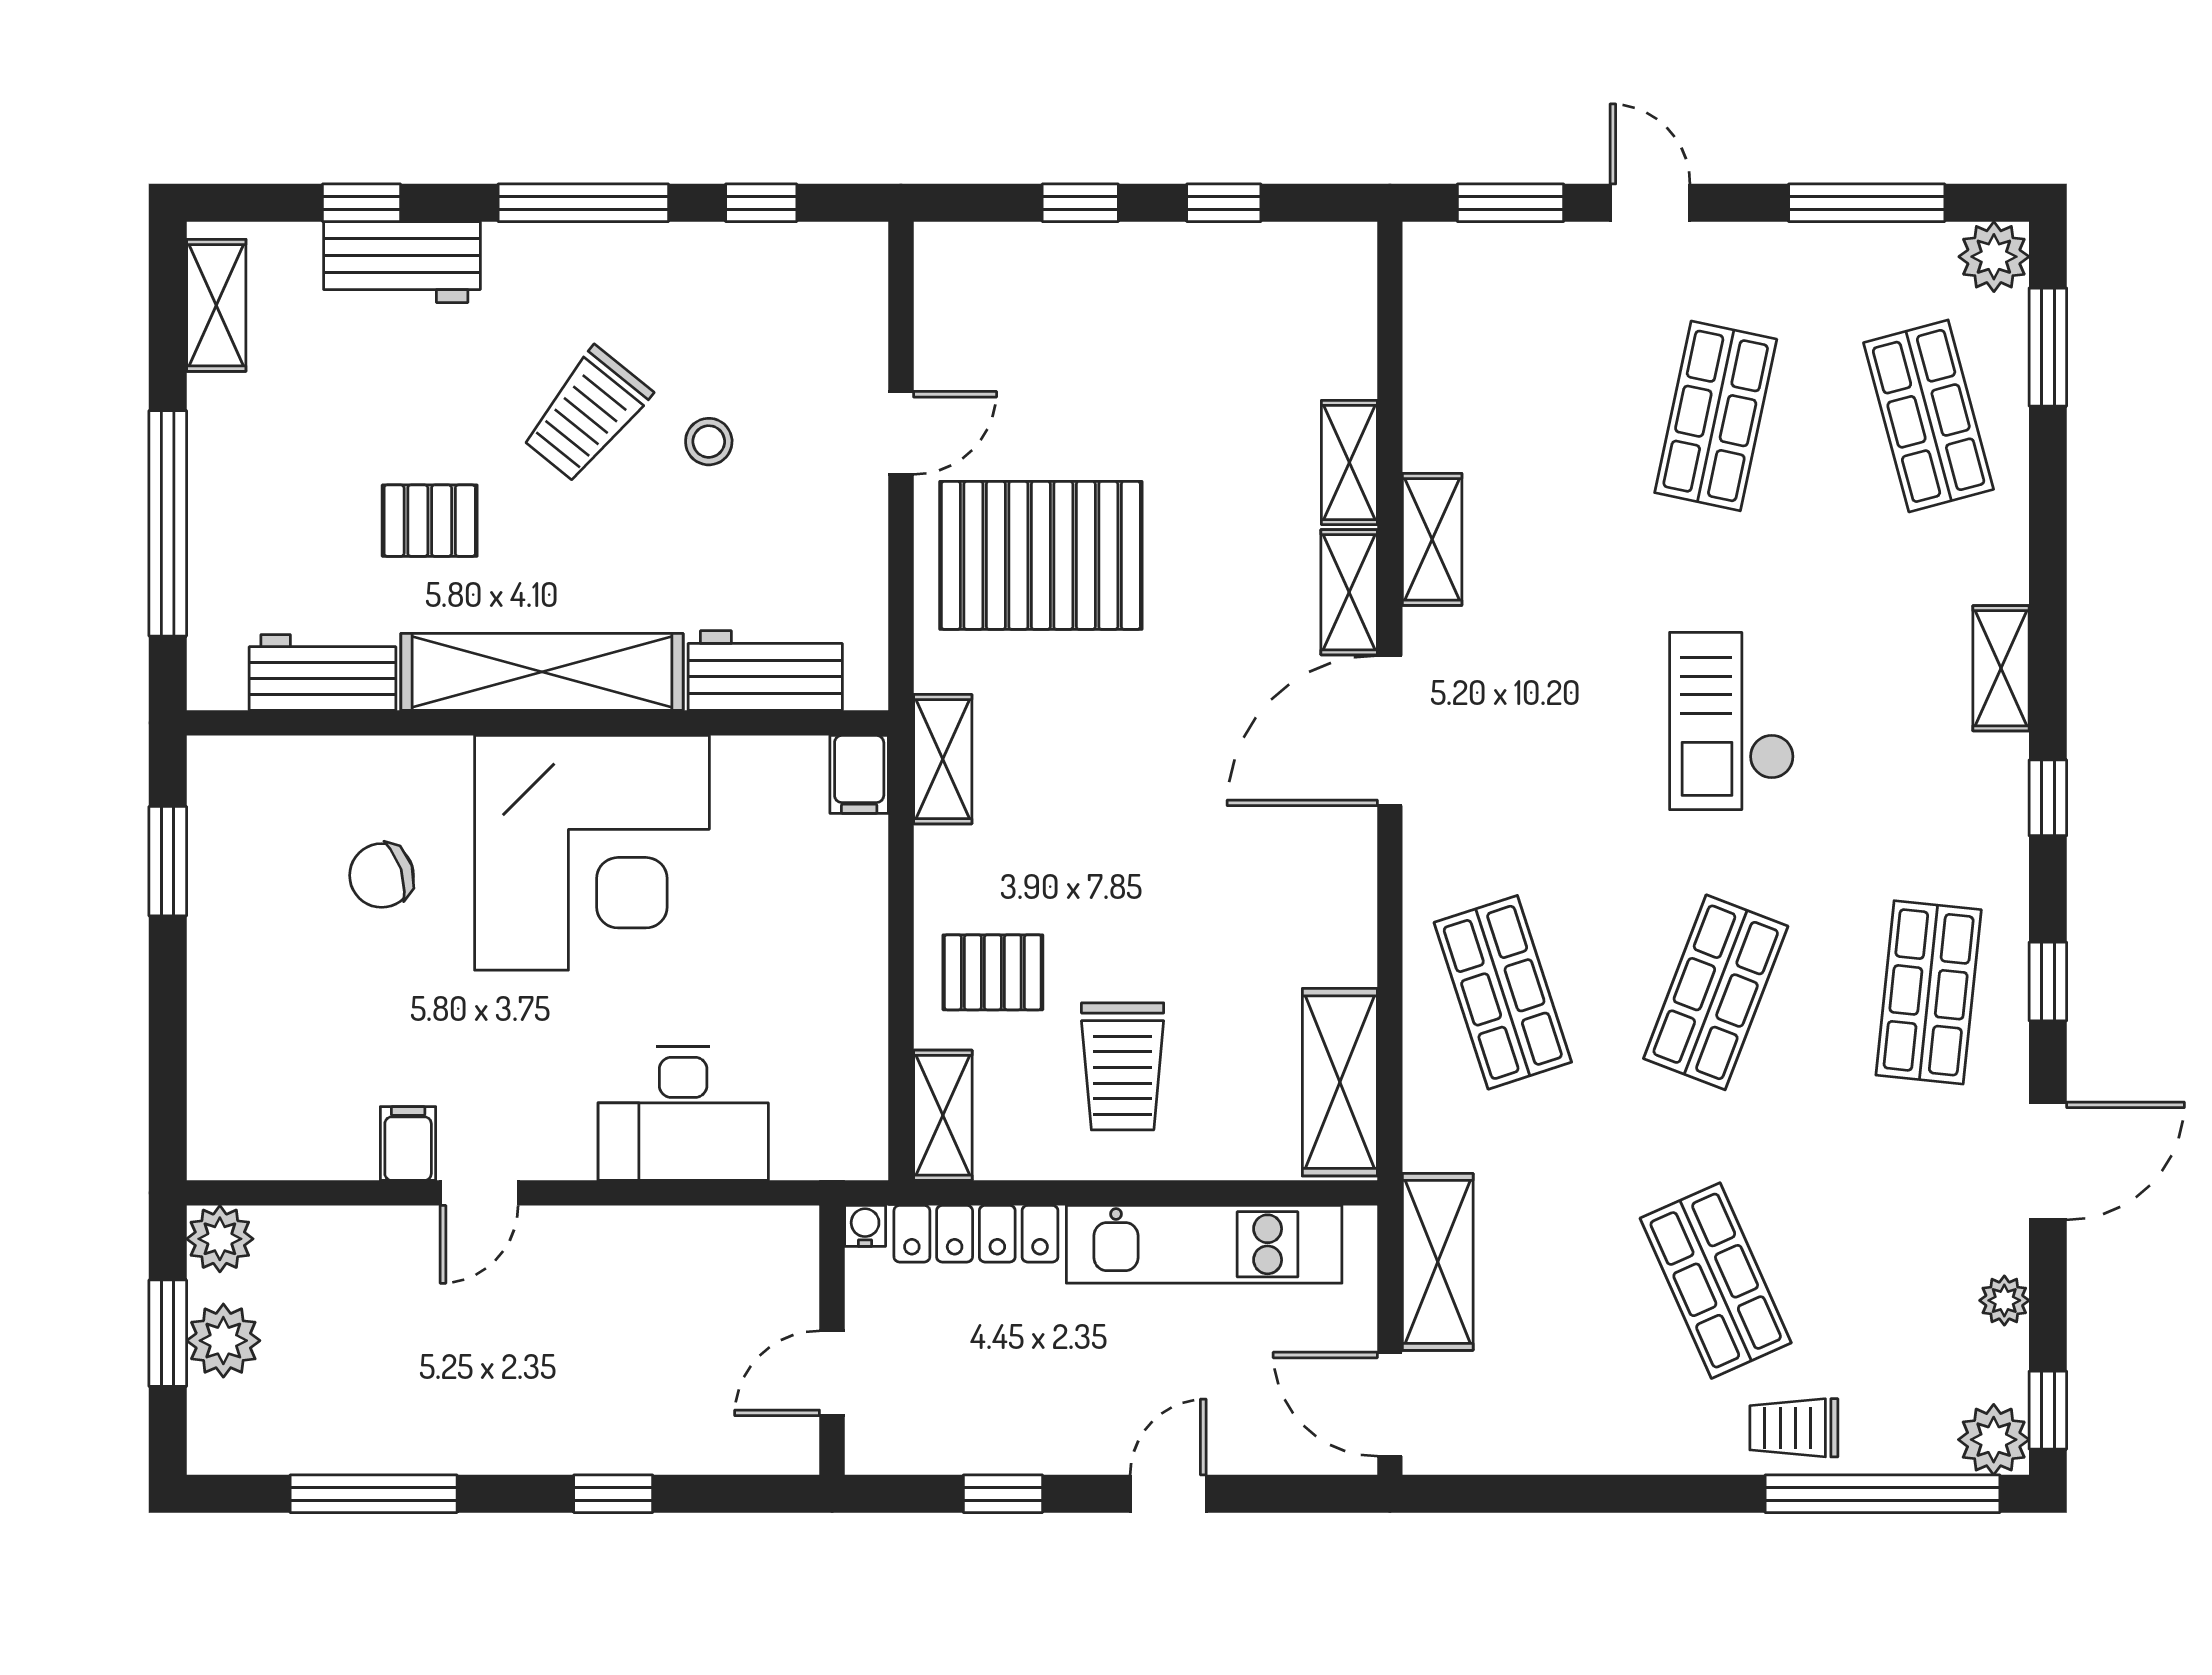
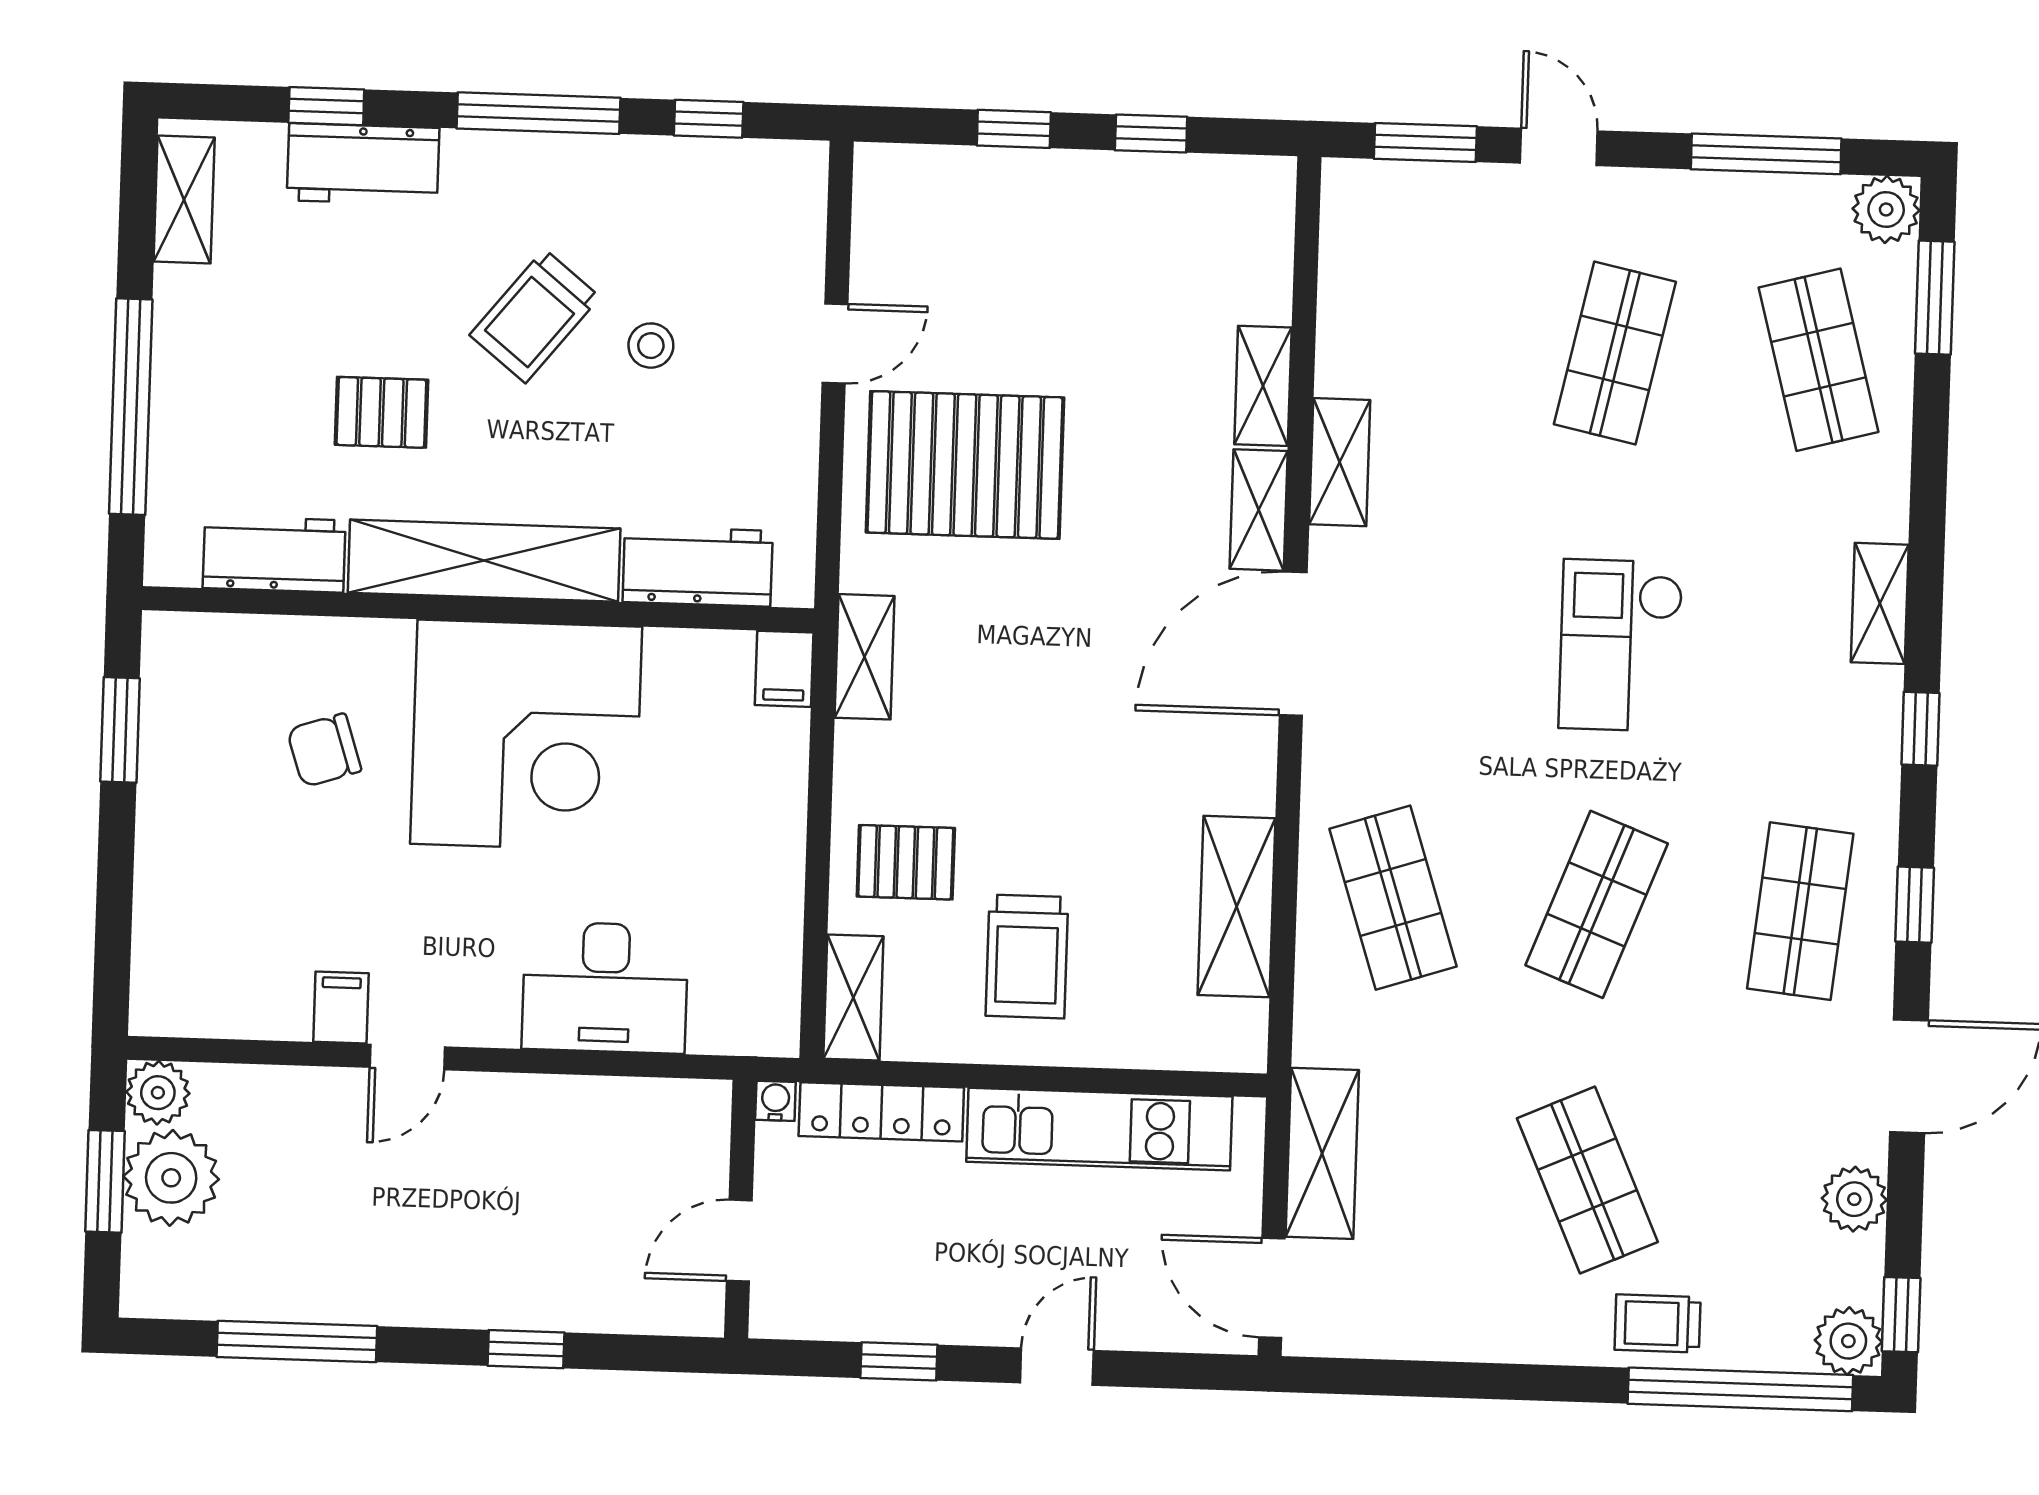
shelving: (1340, 1082) -> (1237, 907), moved
plant: (2004, 1300) -> (1854, 1199), width x1.38, depth x1.38
plant: (223, 1341) -> (171, 1178), width x1.36, depth x1.36

